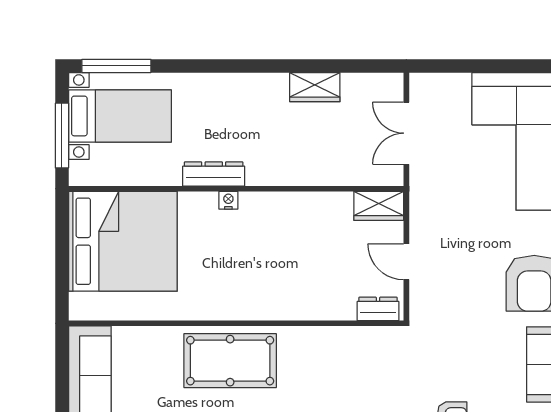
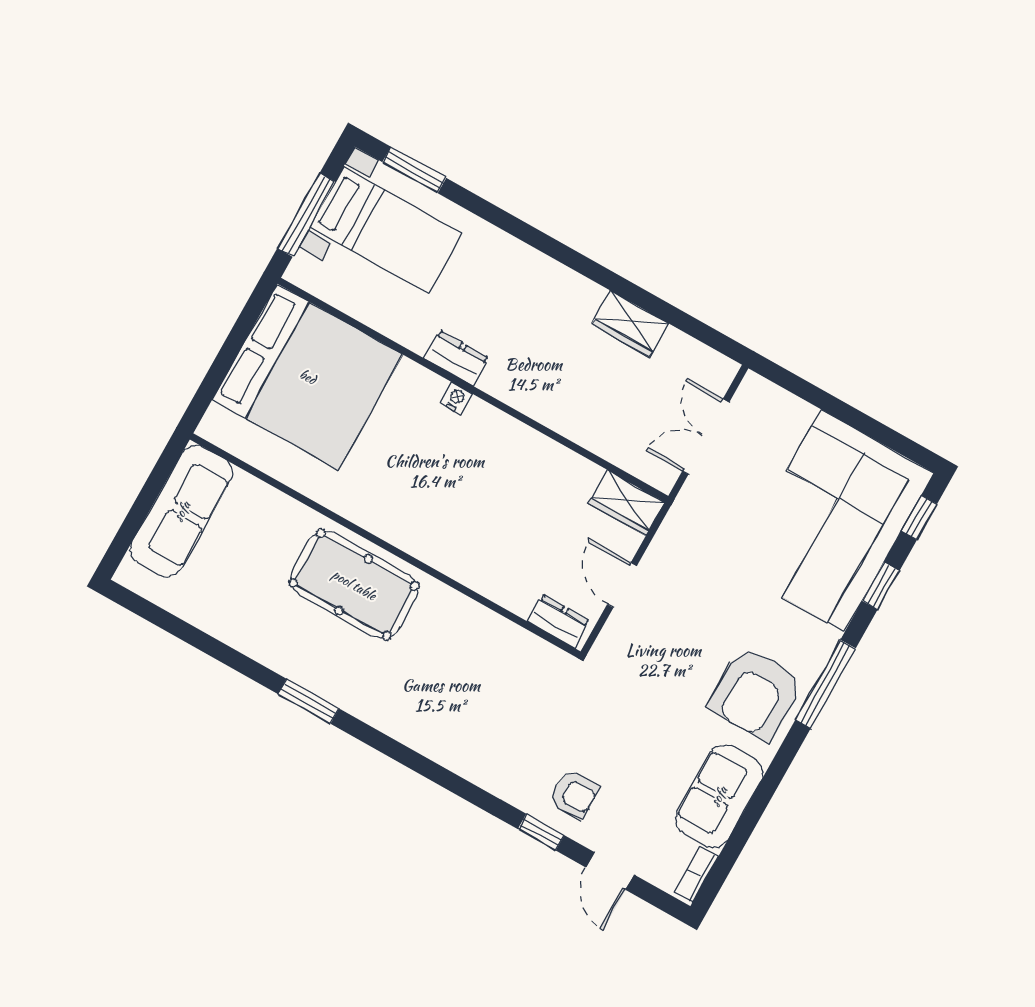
window: (116, 66) -> (414, 170), width x0.69
dresser: (214, 174) -> (456, 358), width x0.70

